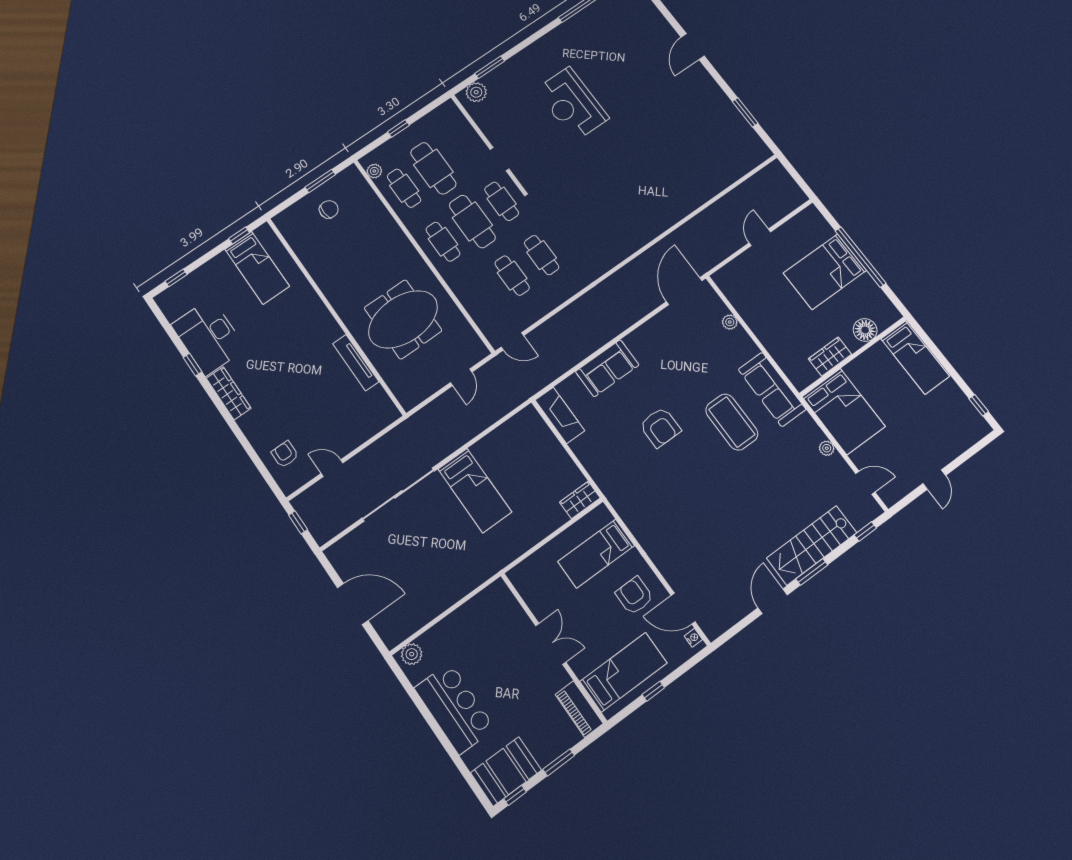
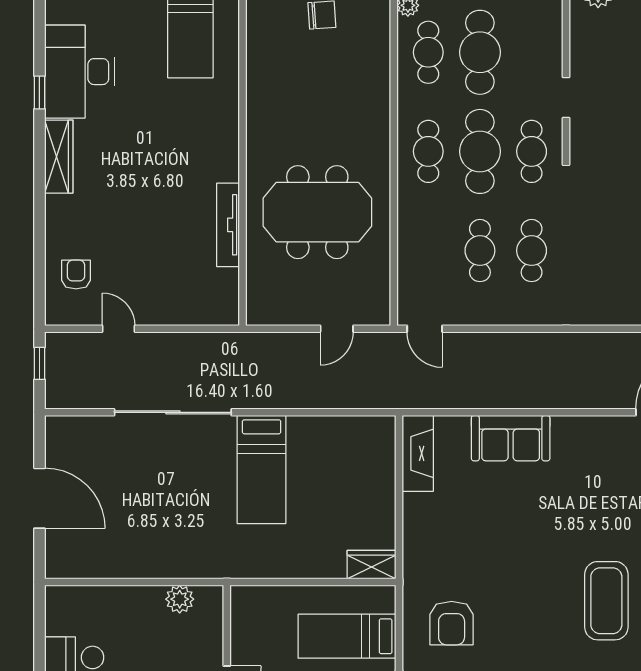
armchair: (660, 427) -> (452, 623), moved
plant: (412, 654) -> (180, 599), moved

